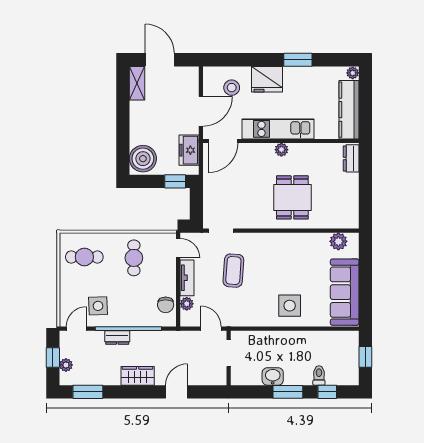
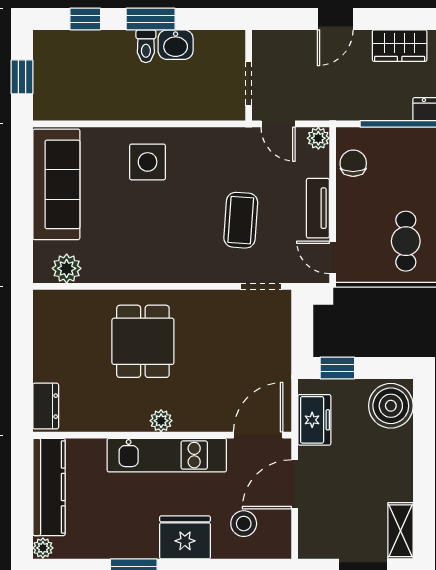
plant: (187, 304) -> (318, 138), moved
toilet: (319, 375) -> (146, 46), moved

